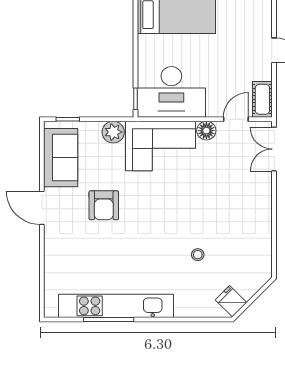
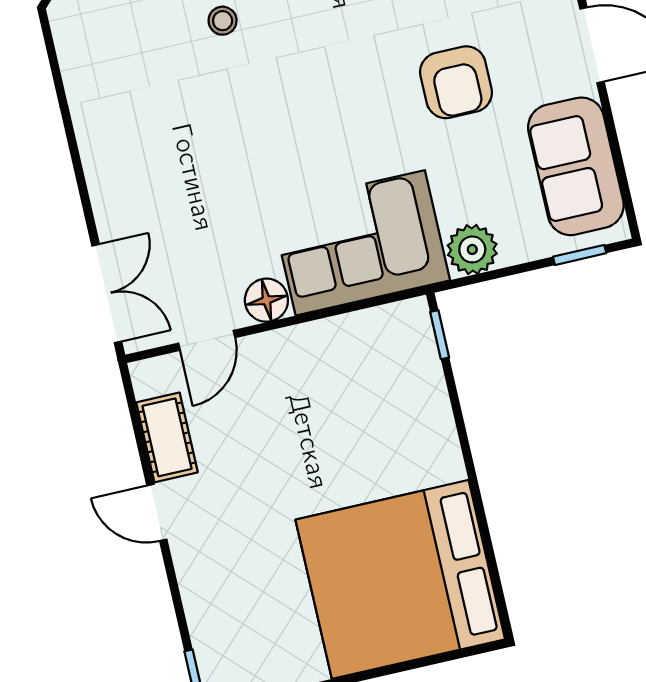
desk: (171, 92) -> (364, 368), removed
cot: (262, 99) -> (167, 437), moved
armchair: (104, 205) -> (456, 82), turned 180

